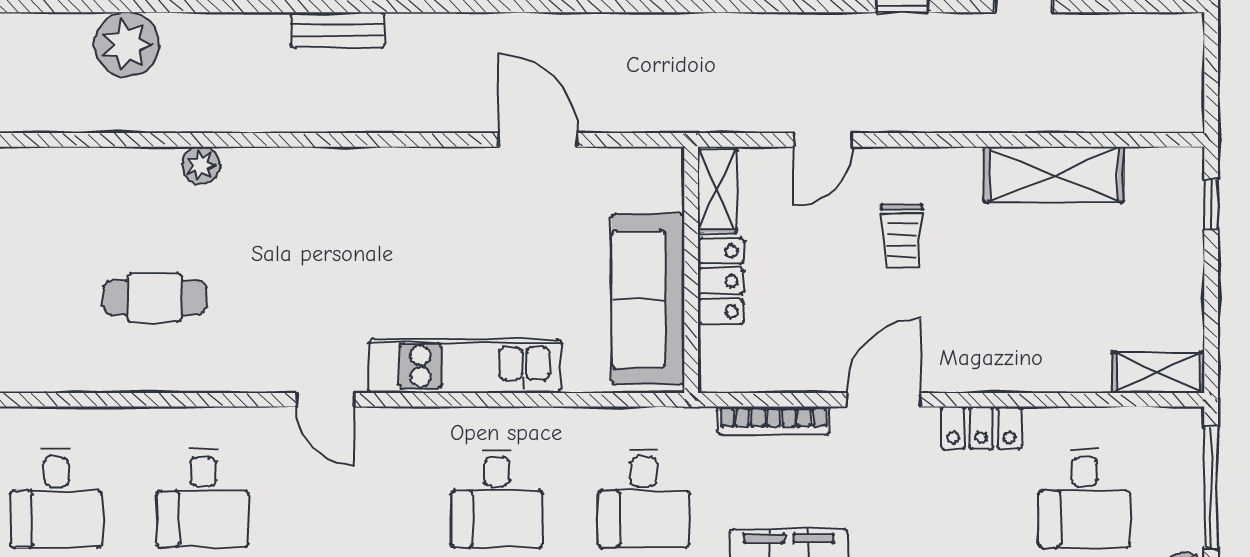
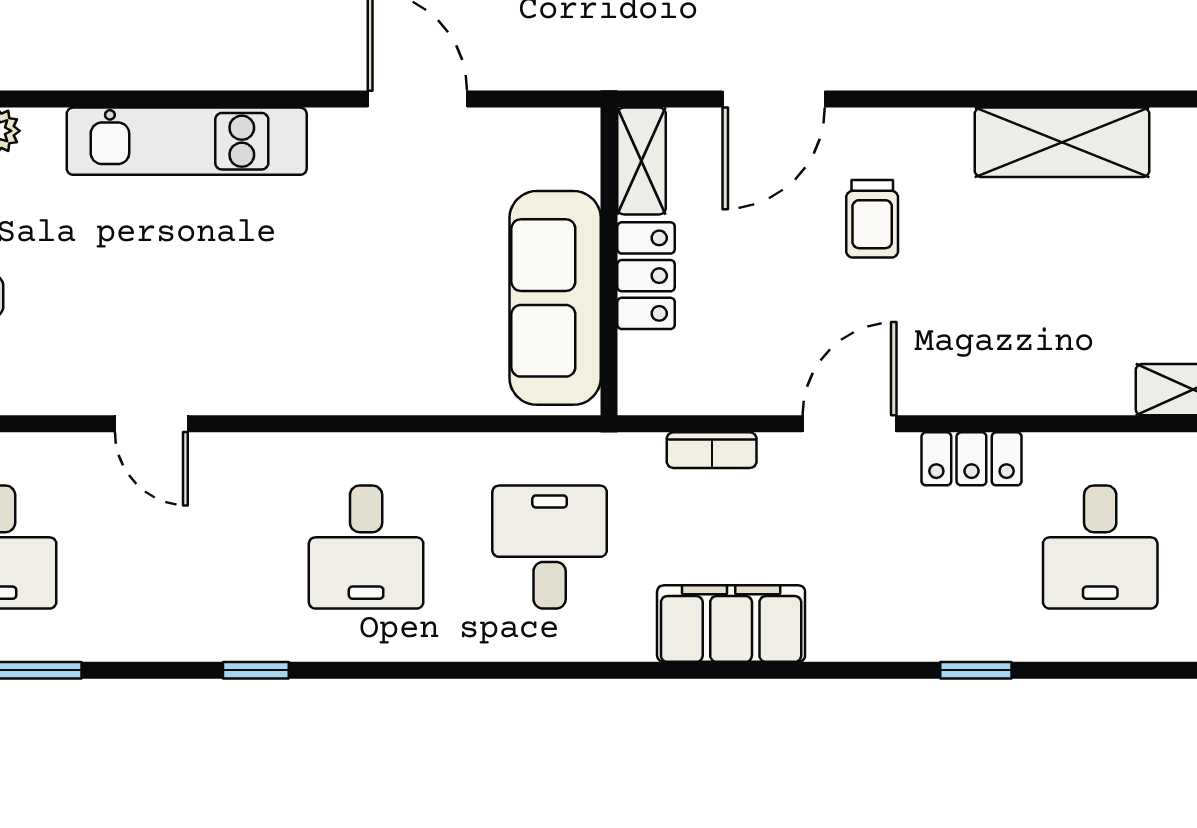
door: (823, 140) -> (774, 99), width x1.38
kitchen unit: (465, 366) -> (187, 141), moved, turned 180
bookcase: (773, 421) -> (712, 450), width x0.64
desk: (644, 498) -> (550, 547), turned 180

